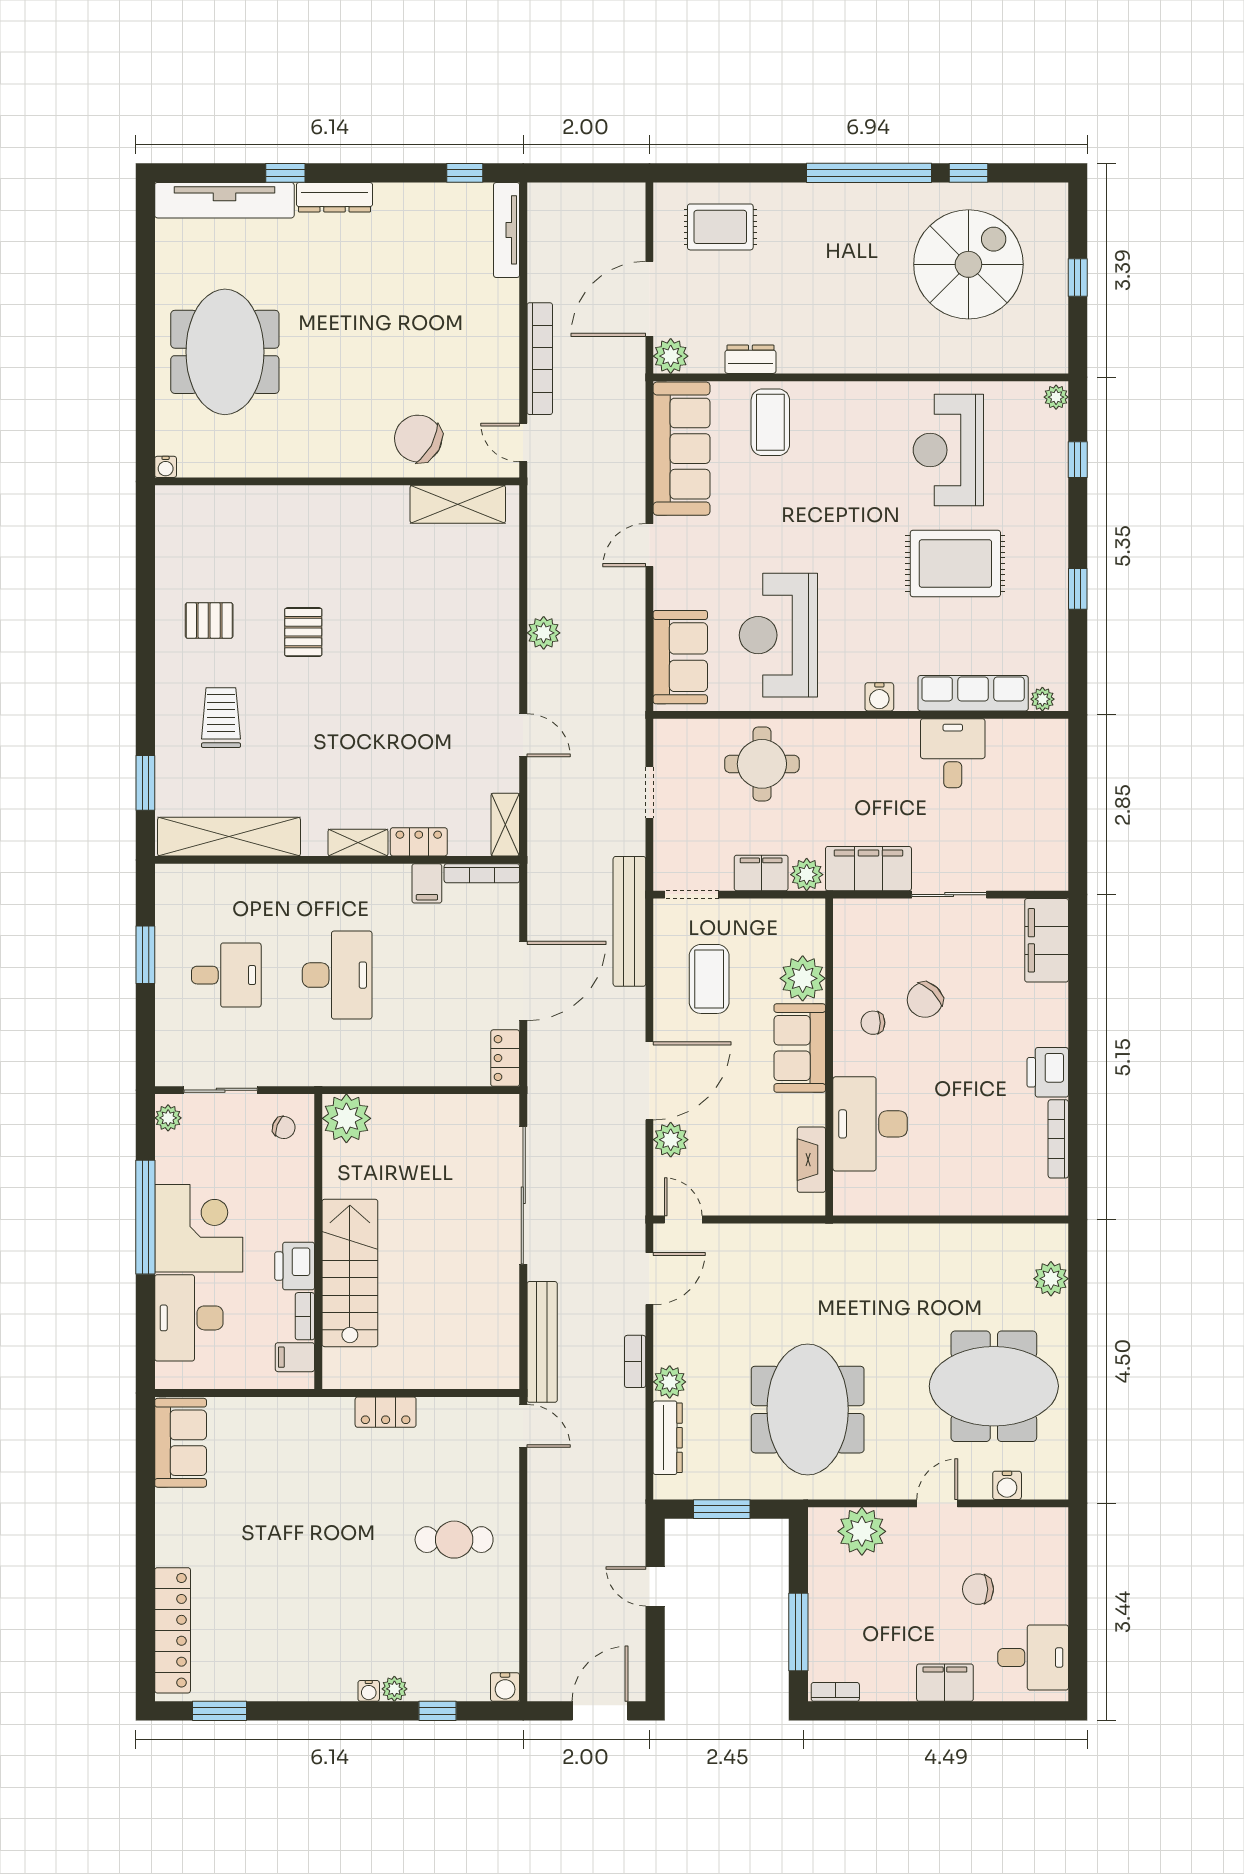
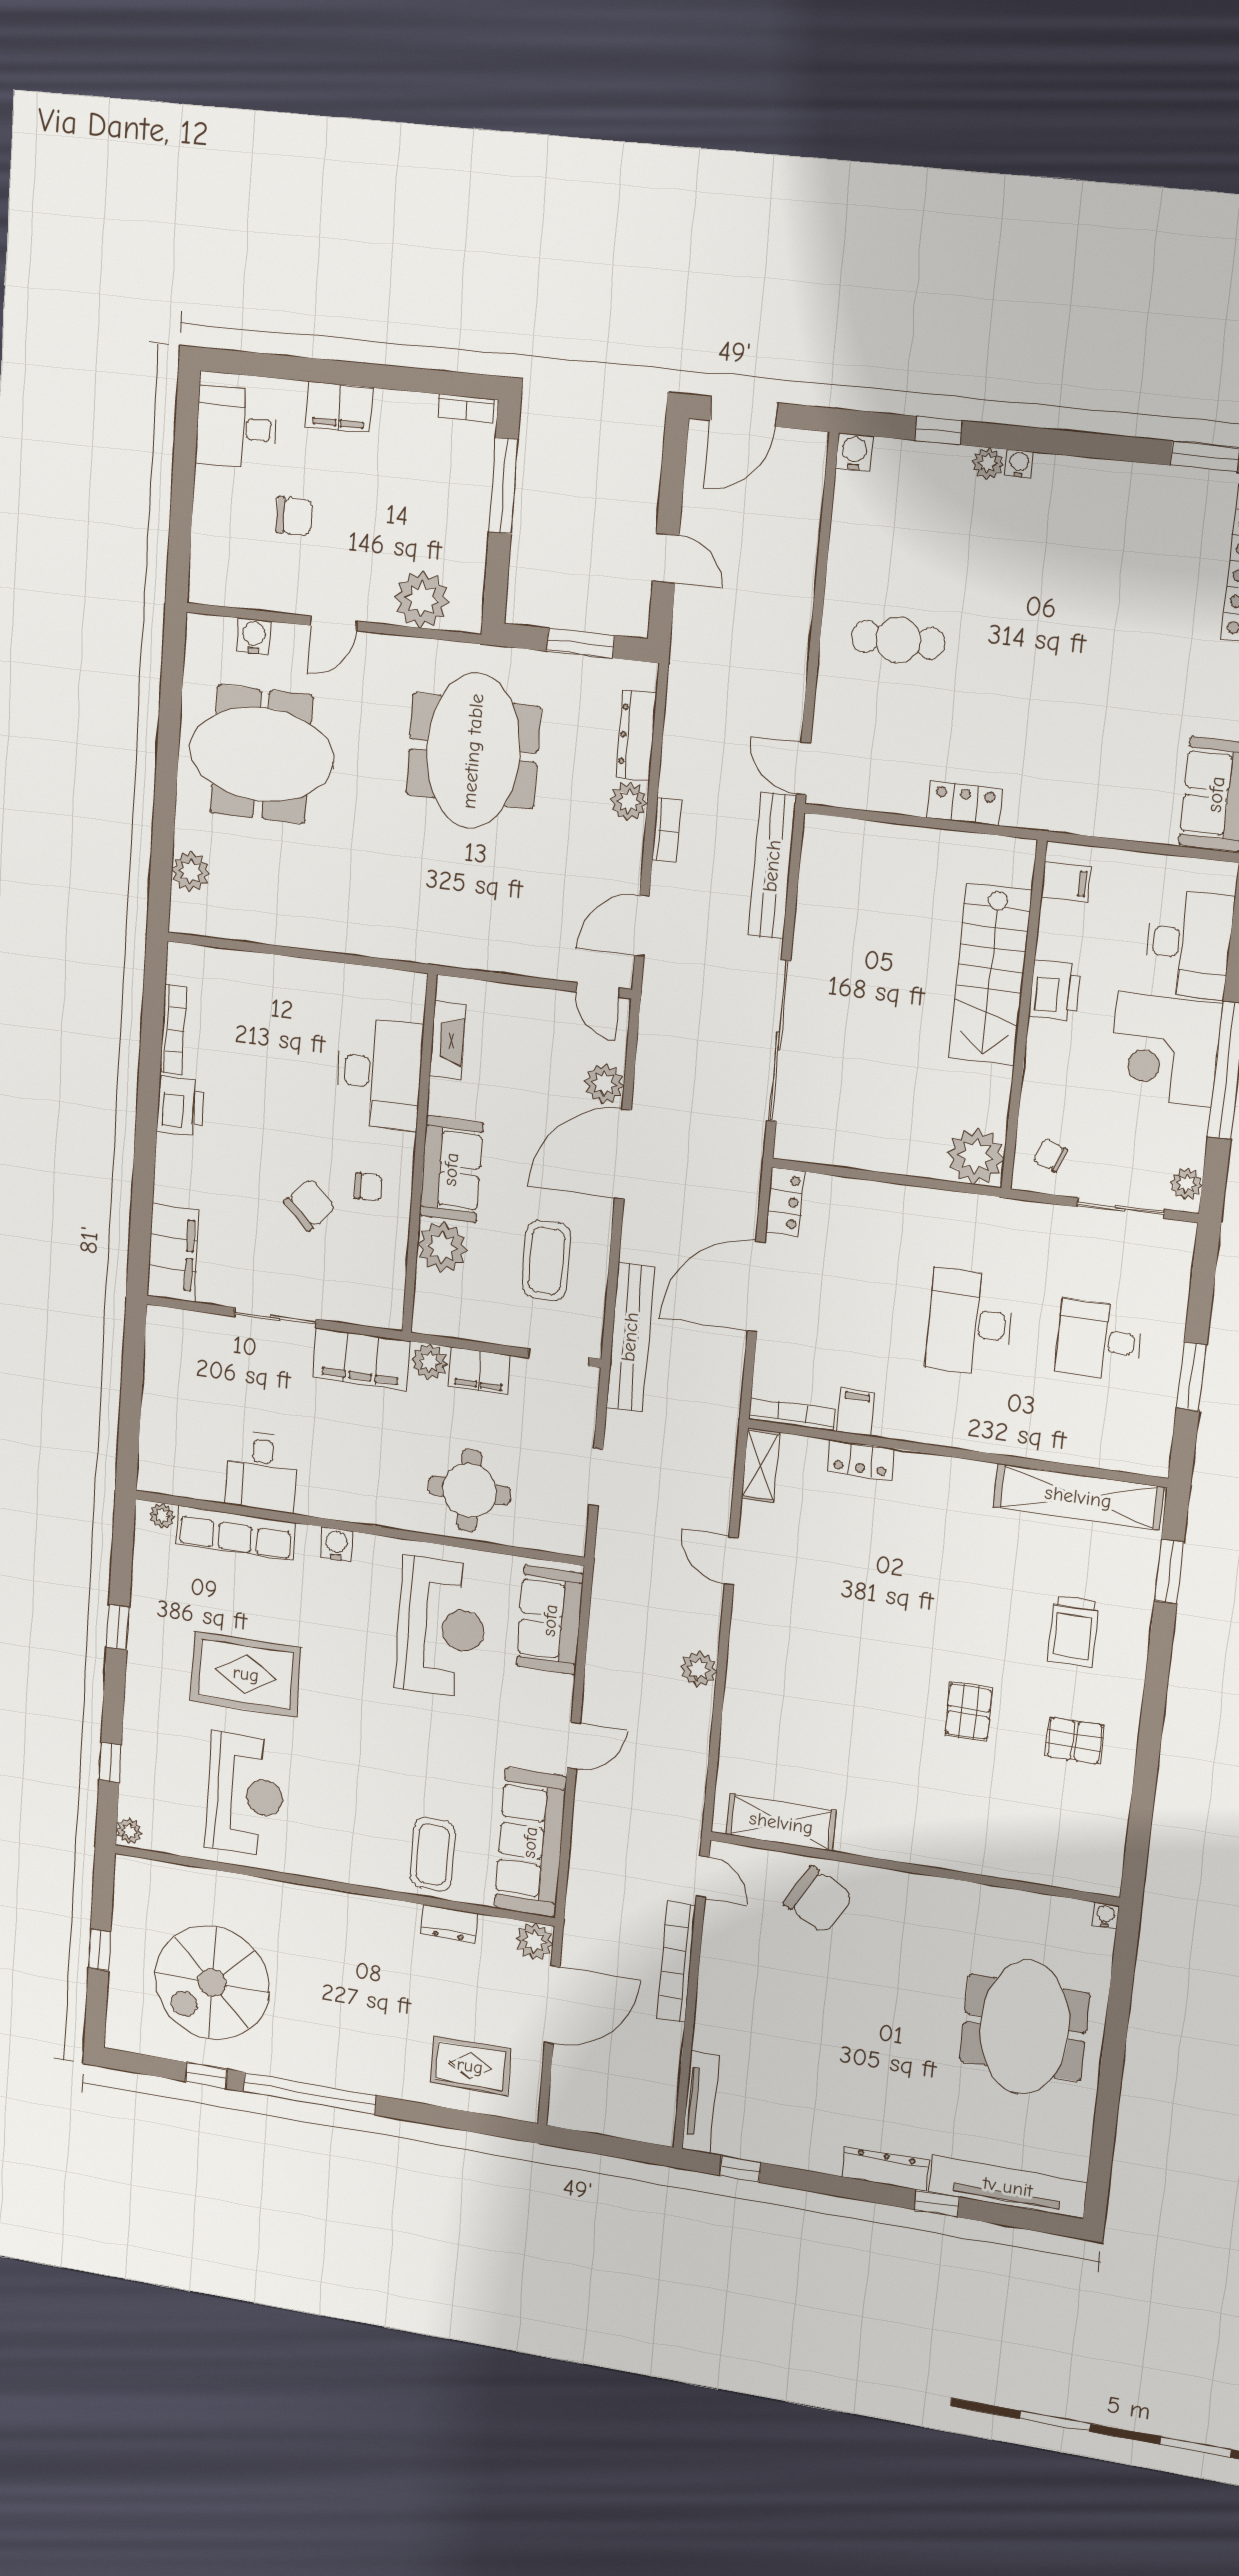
shelving: (358, 843) -> (930, 1469), removed
bookcase: (305, 1316) -> (1049, 929), removed

